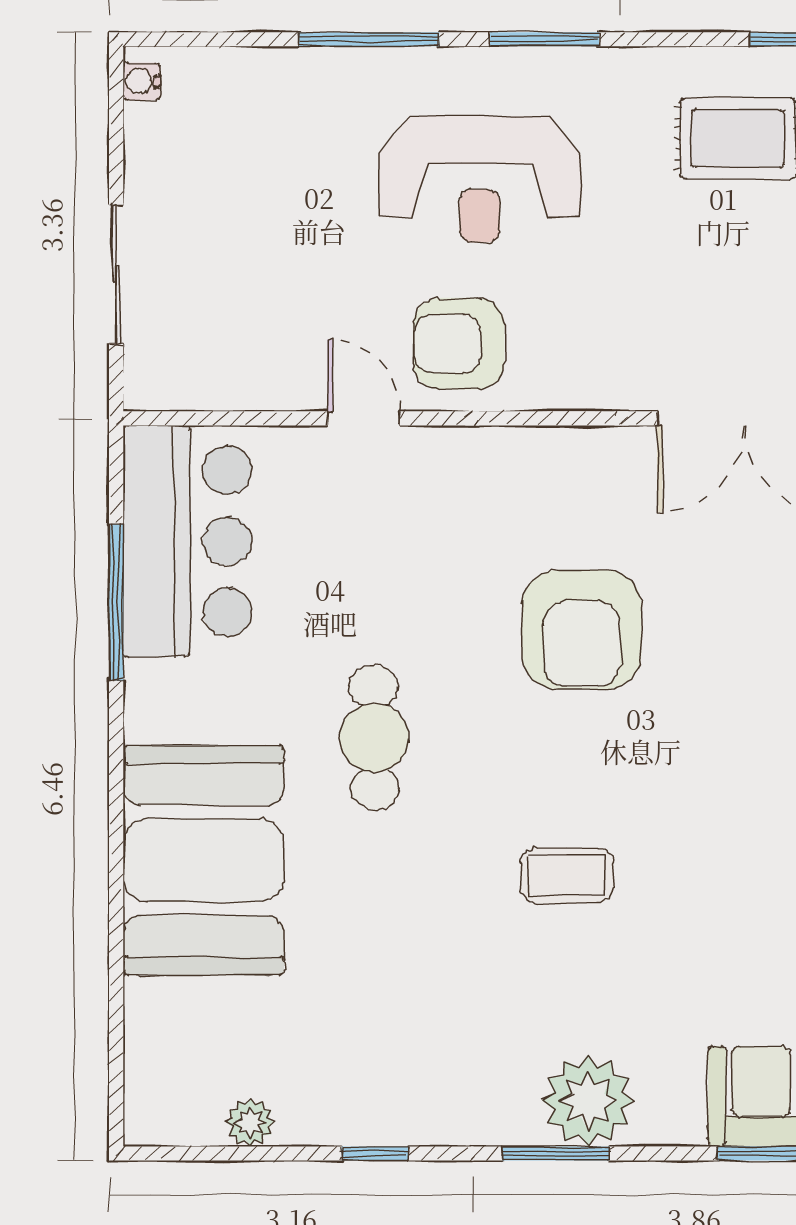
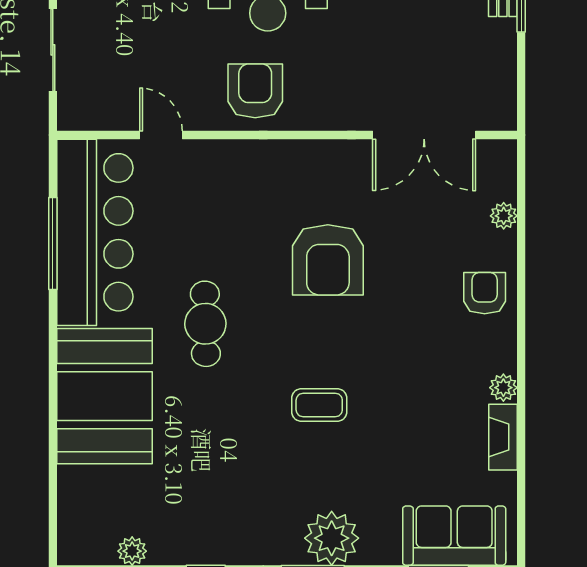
armchair: (459, 344) -> (255, 91), turned 90
door: (364, 418) -> (161, 135), moved
bar counter: (187, 541) -> (95, 232), width x1.36

